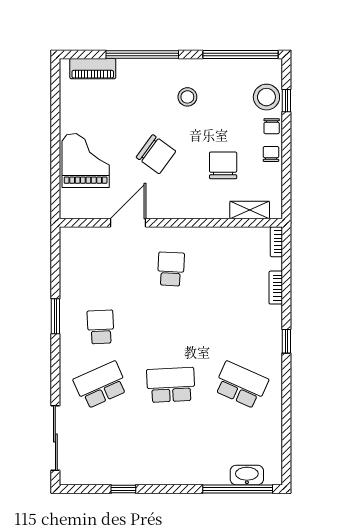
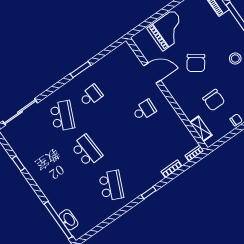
chair: (223, 165) -> (214, 100), turned 90
school desk: (101, 385) -> (62, 116), turned 48

